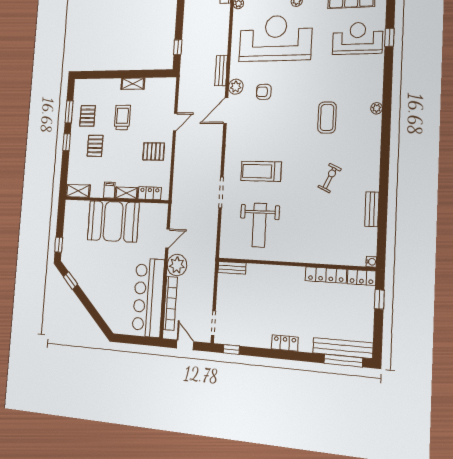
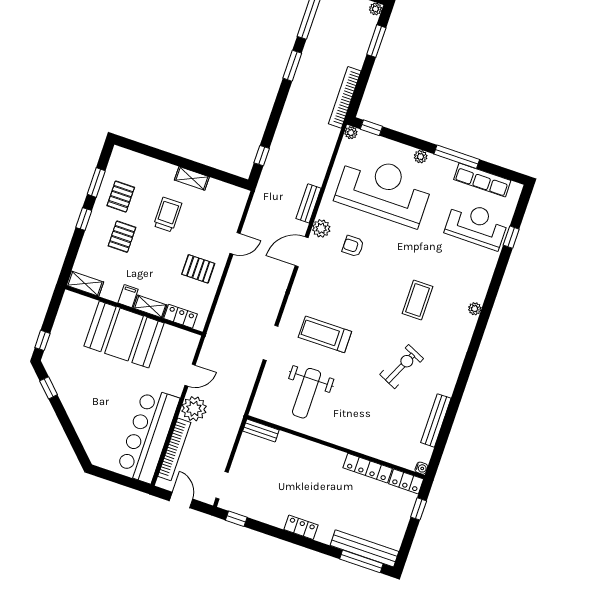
exercise bike: (330, 178) -> (402, 367), width x1.38, depth x1.39
bench: (372, 209) -> (436, 420), width x1.36

